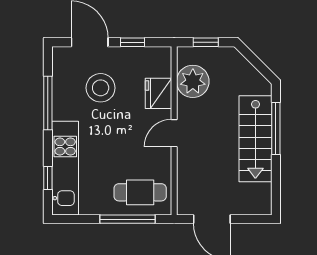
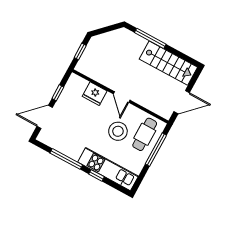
plant: (193, 81) -> (98, 71), removed
stool: (101, 88) -> (118, 131), moved
stairs: (255, 139) -> (168, 63), moved
window: (48, 178) -> (97, 175), moved

